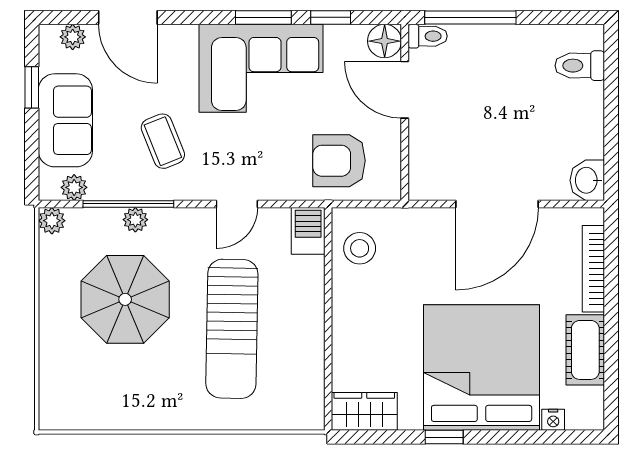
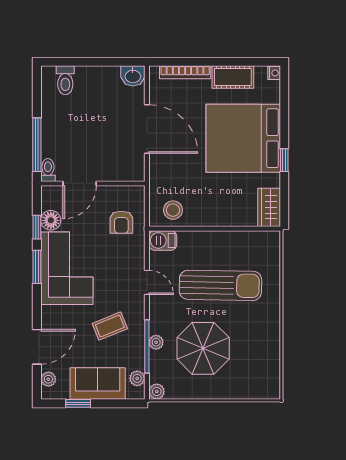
floor lamp: (385, 41) -> (51, 220), moved
armchair: (339, 161) -> (121, 222), width x0.72, depth x0.72
nightstand: (553, 420) -> (274, 73), moved

